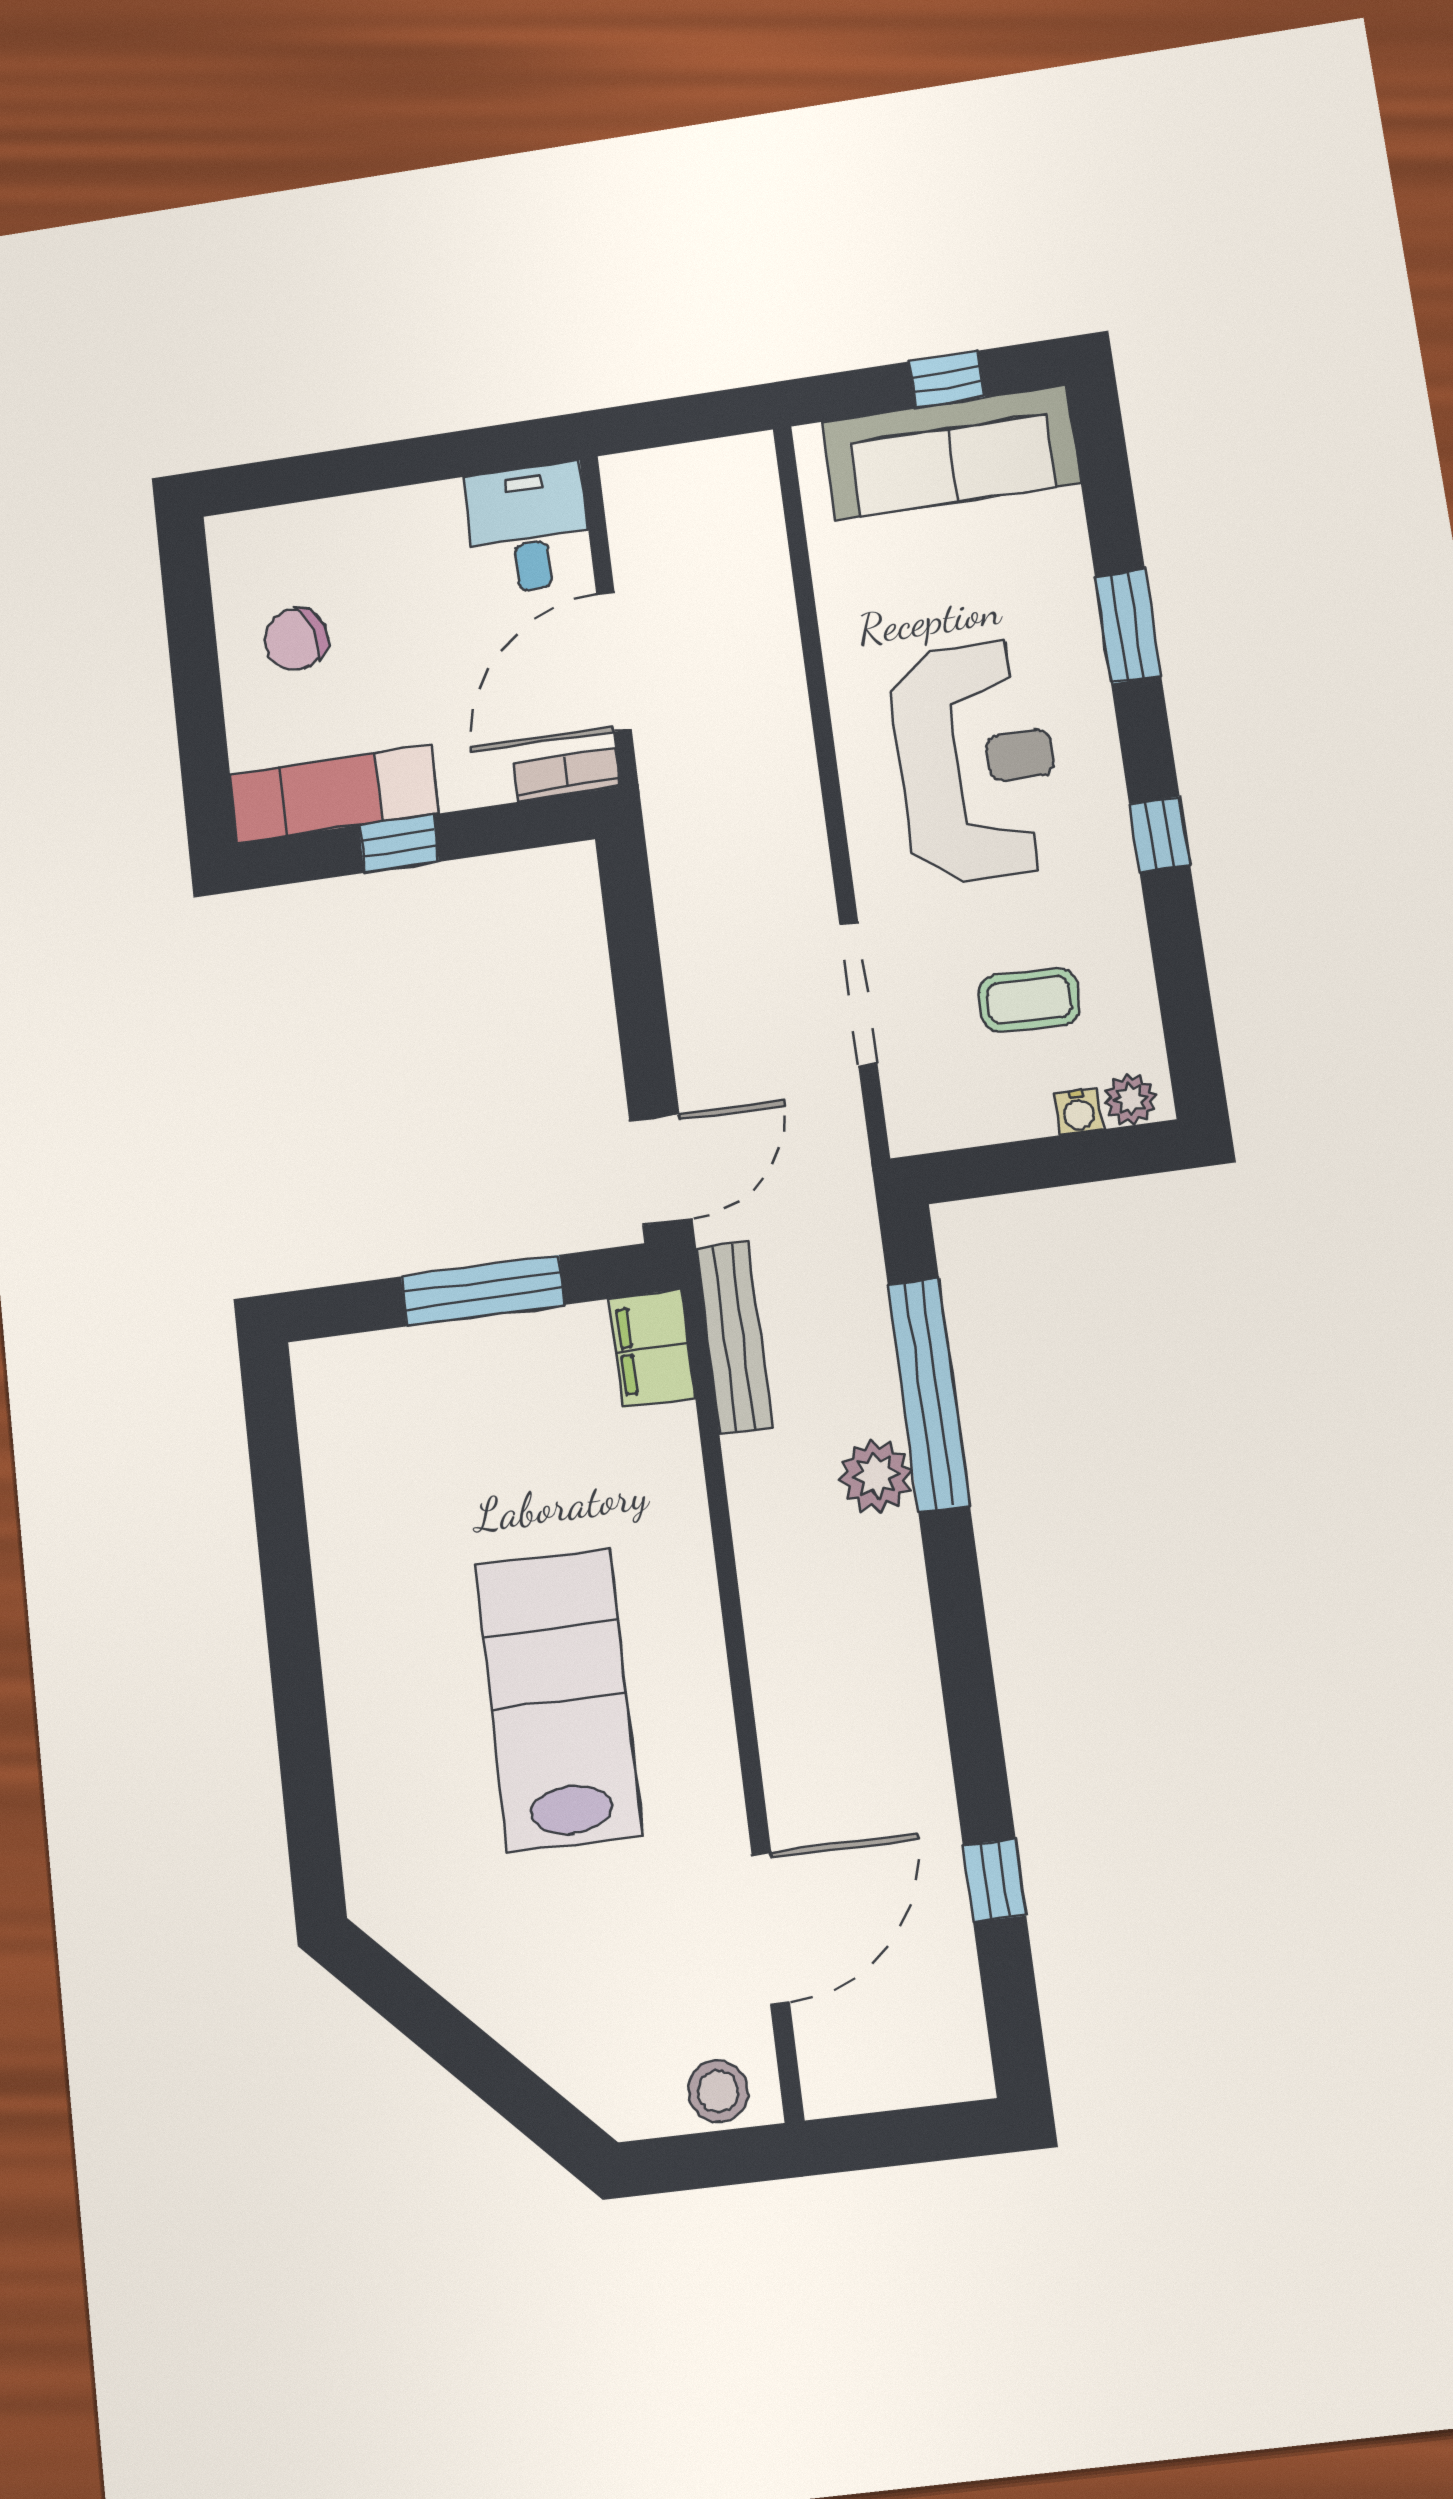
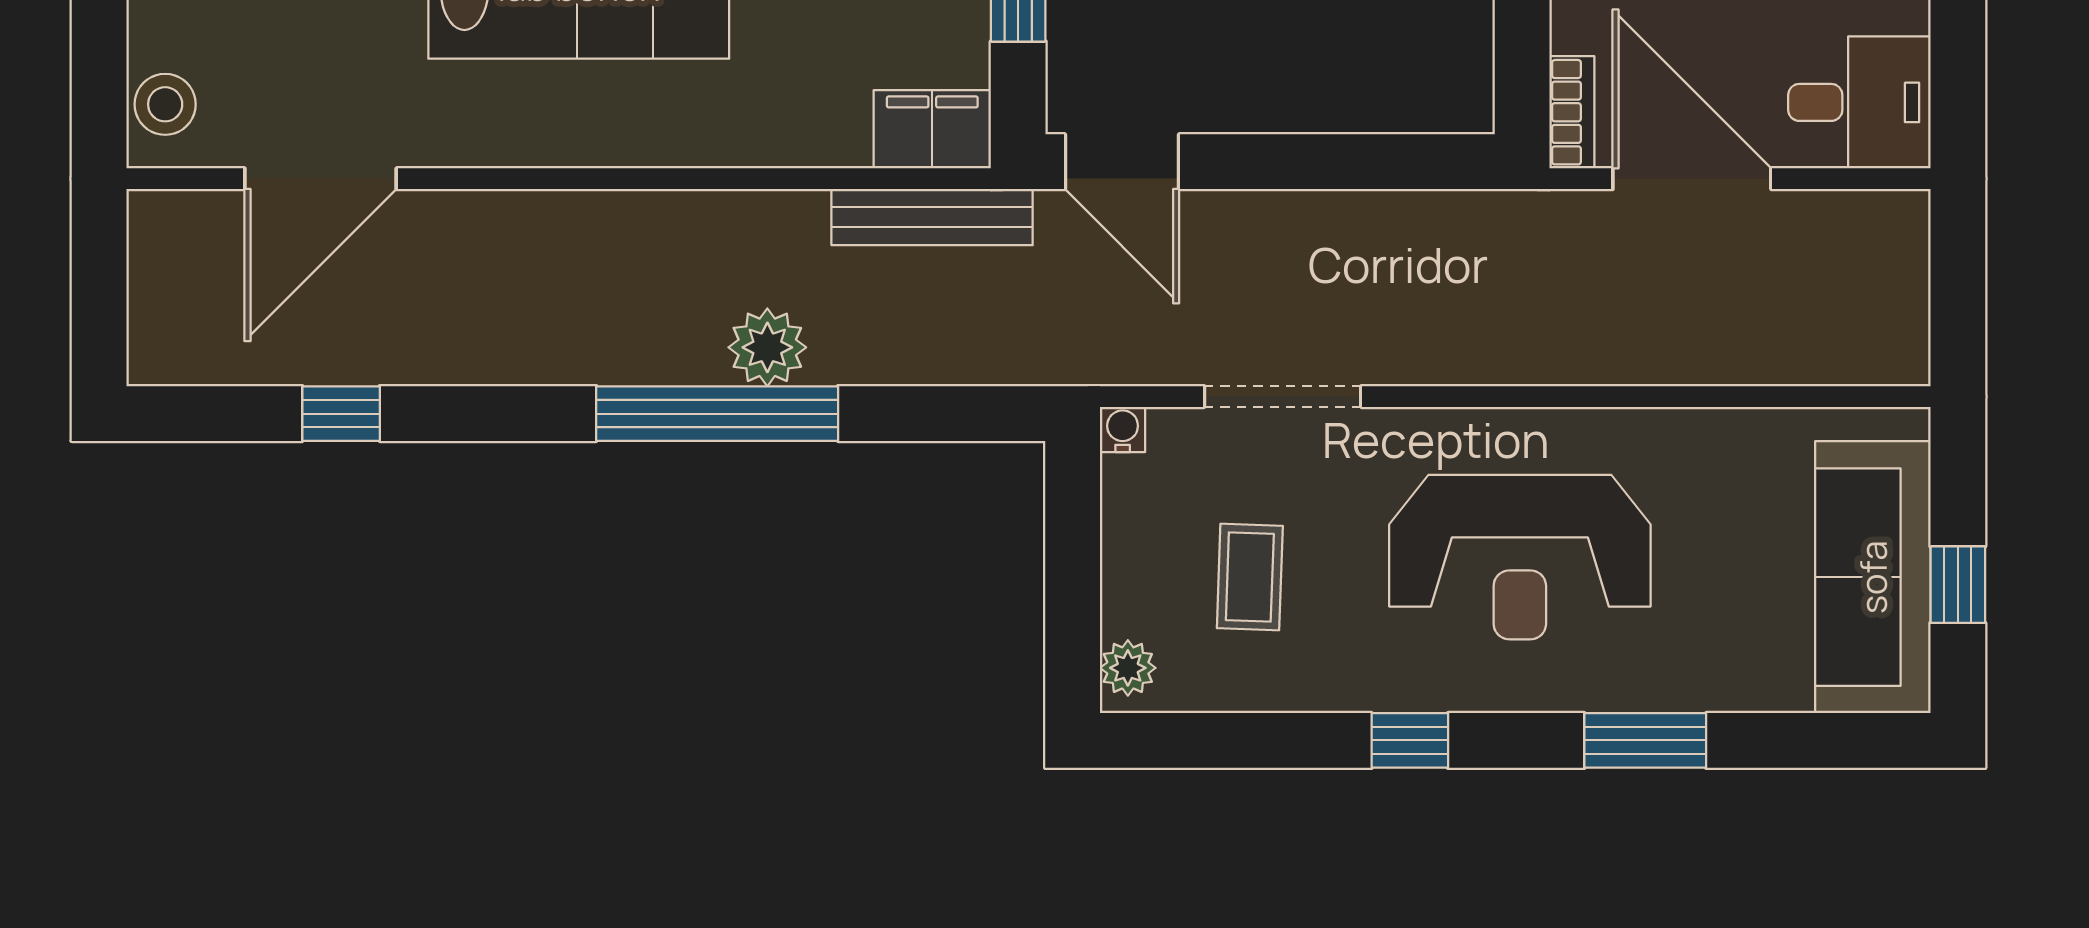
water cooler: (1079, 1111) -> (1123, 429), moved, turned 90
window: (929, 1395) -> (717, 414), moved
door: (771, 1928) -> (321, 179), hinge flipped

